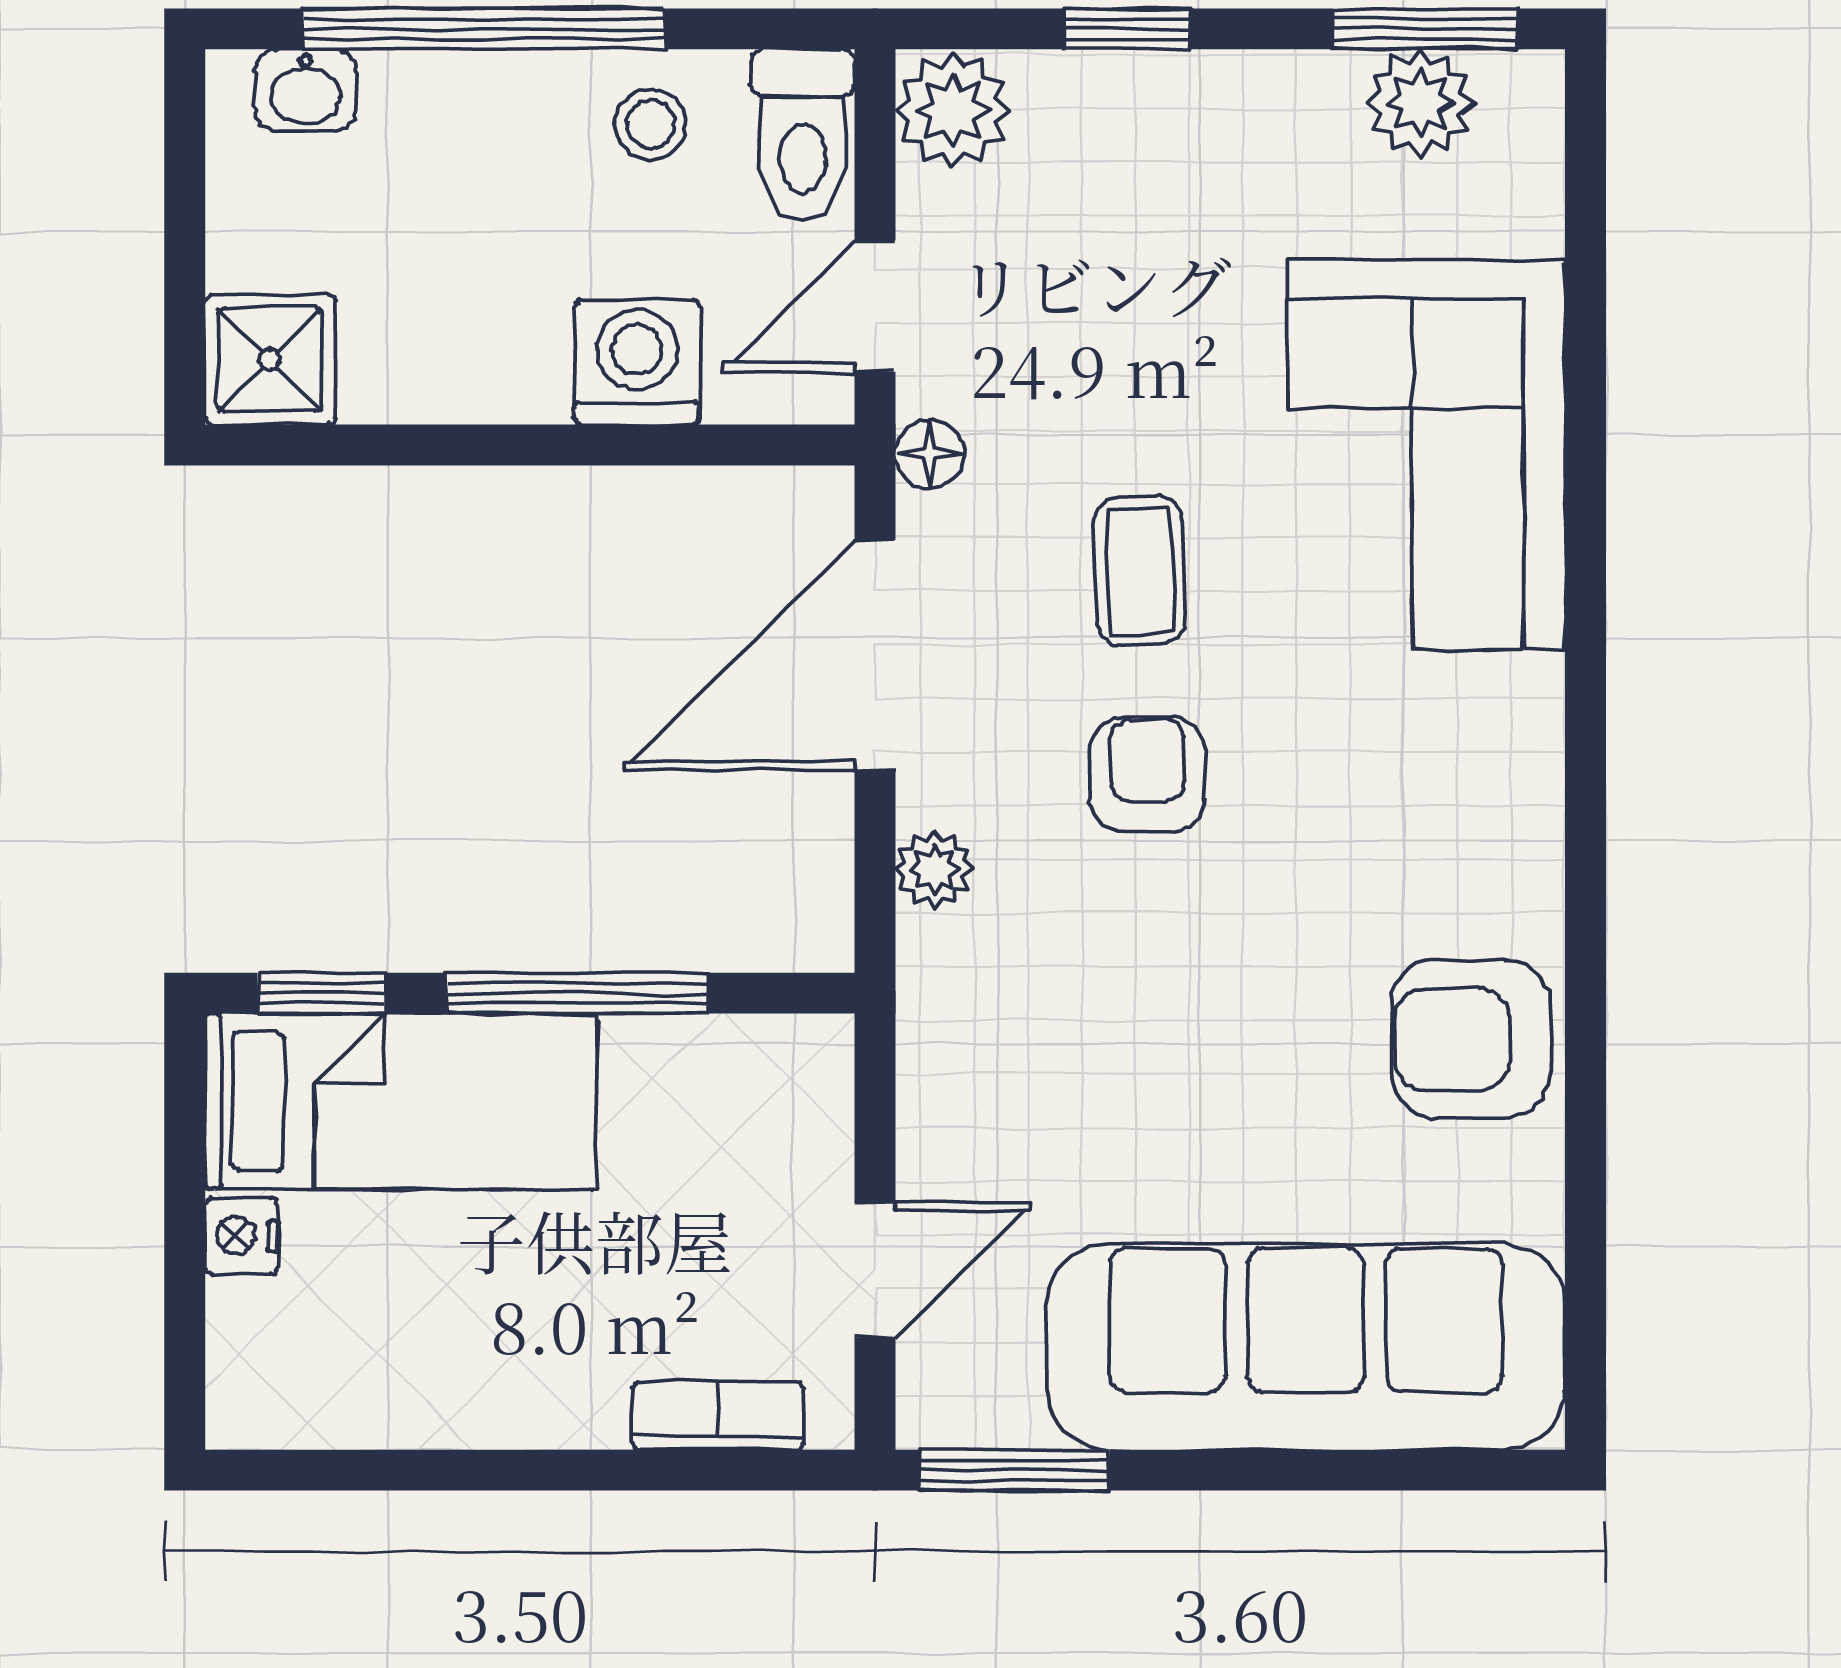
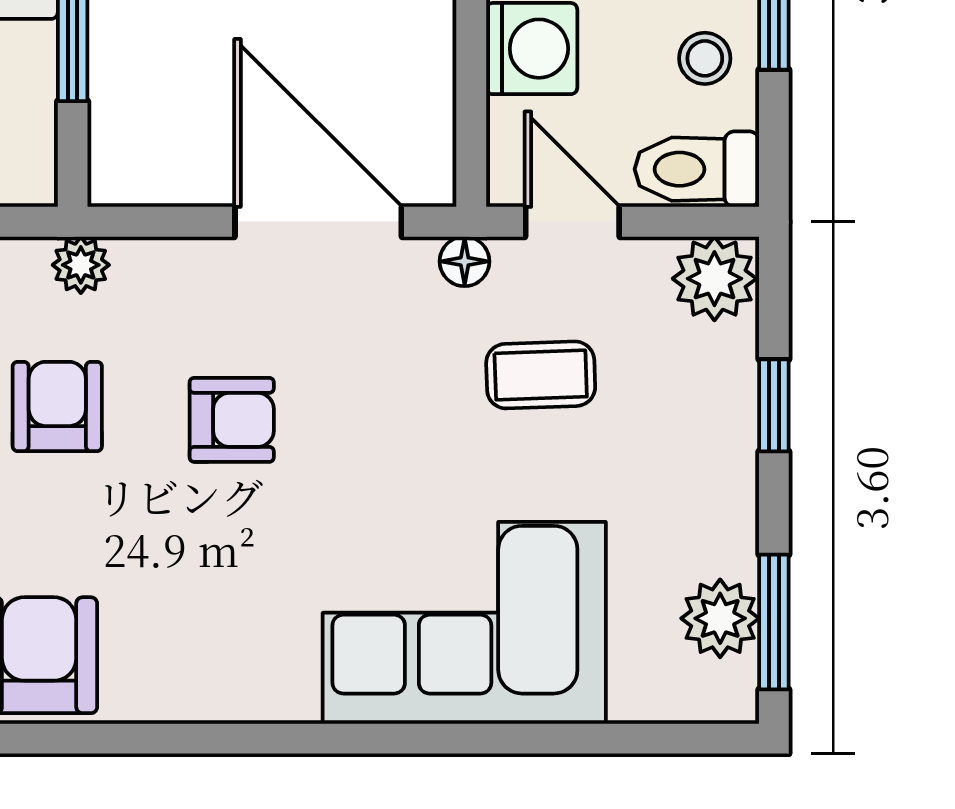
coffee table: (1140, 571) -> (541, 375), moved
plant: (934, 869) -> (81, 265), moved
armchair: (1129, 1014) -> (57, 406), added

